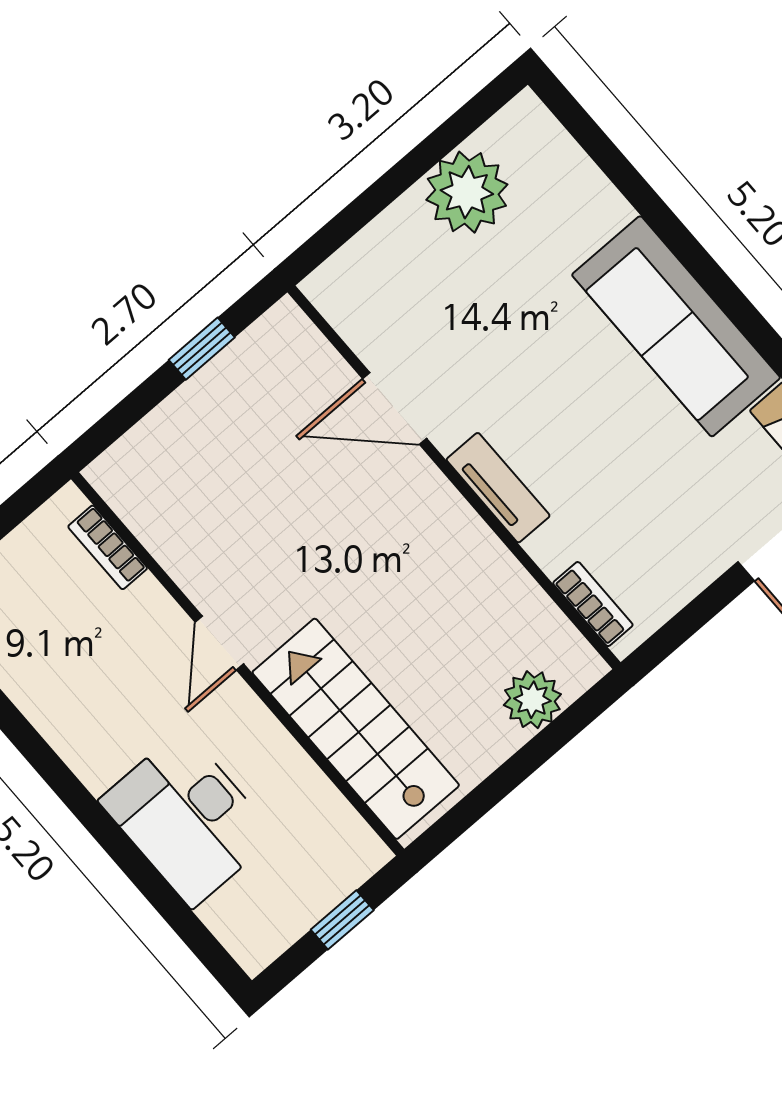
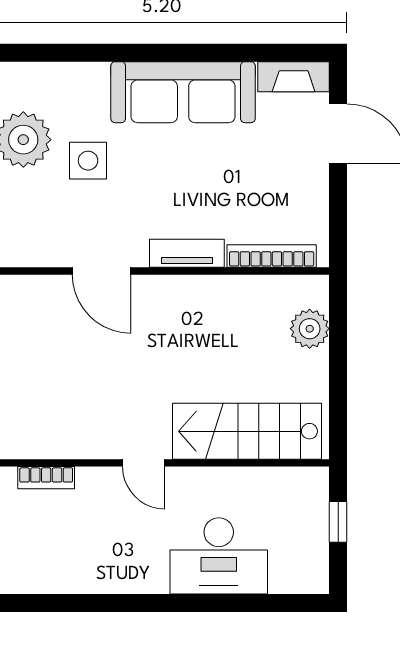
side table: (506, 286) -> (88, 161), added
door: (395, 408) -> (101, 271), hinge flipped
bookcase: (593, 604) -> (272, 256), width x1.56

